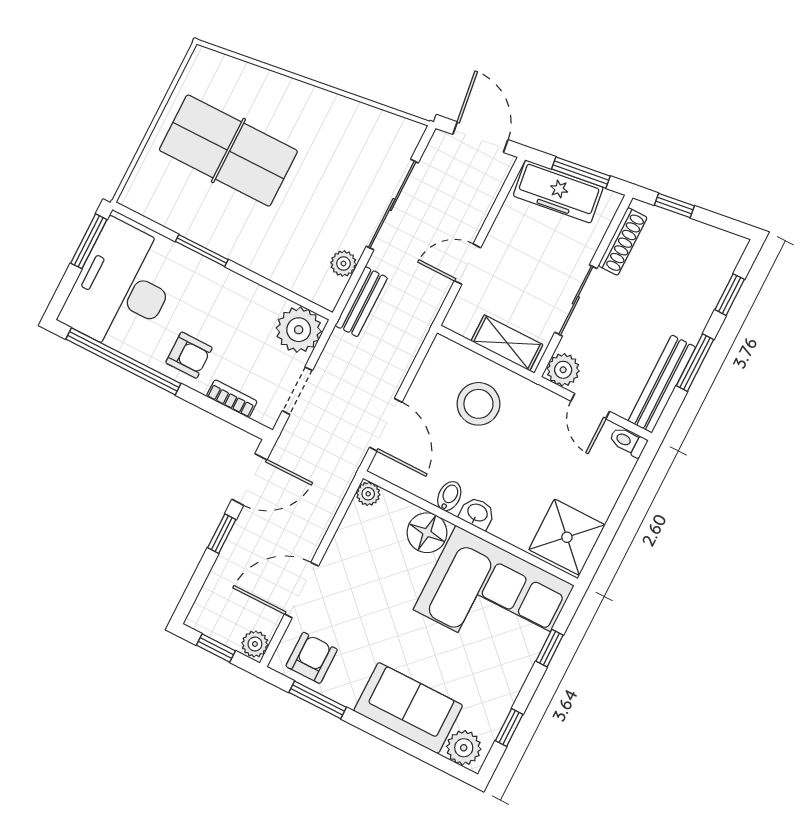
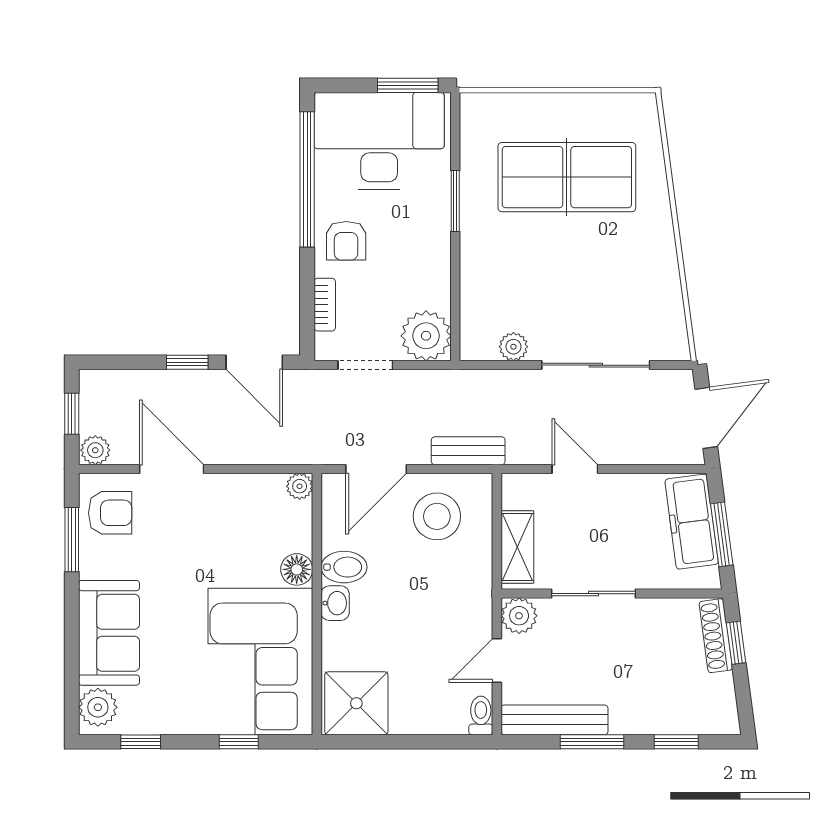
table tennis table: (228, 151) -> (567, 177), turned 90
shoe rack: (623, 241) -> (716, 636), moved, turned 82
bench: (361, 302) -> (468, 451), moved
stool: (478, 404) -> (437, 516), moved
bidet: (449, 496) -> (344, 567), width x1.38, depth x1.36
floor lamp: (427, 533) -> (297, 569), width x0.73, depth x0.73

